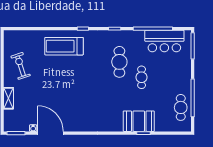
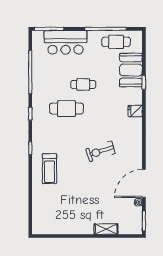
bar counter: (164, 41) -> (66, 42), moved, turned 90
treadmill: (64, 46) -> (49, 169), width x0.73, depth x0.73
exercise bike: (21, 66) -> (100, 151), moved
booth: (139, 121) -> (131, 70), moved
fridge: (117, 125) -> (135, 111), added

